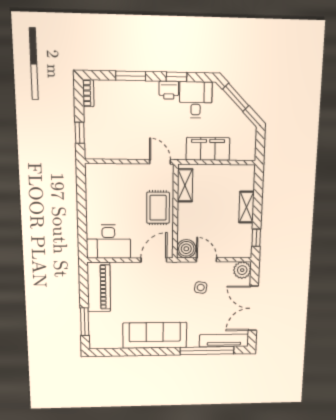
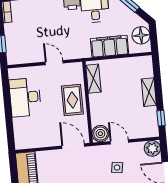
floor lamp: (246, 140) -> (141, 35), added
door: (160, 162) -> (54, 63), moved
desk: (109, 242) -> (25, 97), moved, turned 90
door: (154, 260) -> (73, 146), hinge flipped

